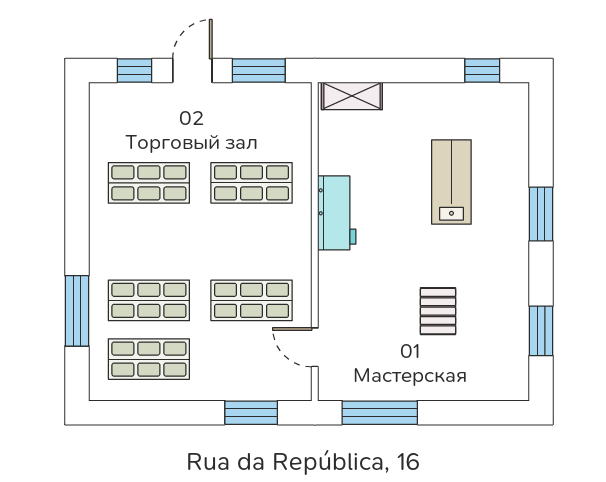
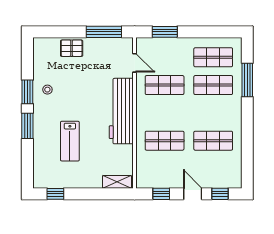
door: (192, 70) -> (193, 194), swing flipped
window: (259, 70) -> (161, 194), width x0.67
workbench: (337, 213) -> (121, 111), width x1.88, depth x1.32
stool: (499, 291) -> (47, 90), added
pallet: (438, 311) -> (72, 48), moved, turned 90
window: (541, 331) -> (27, 92), moved

